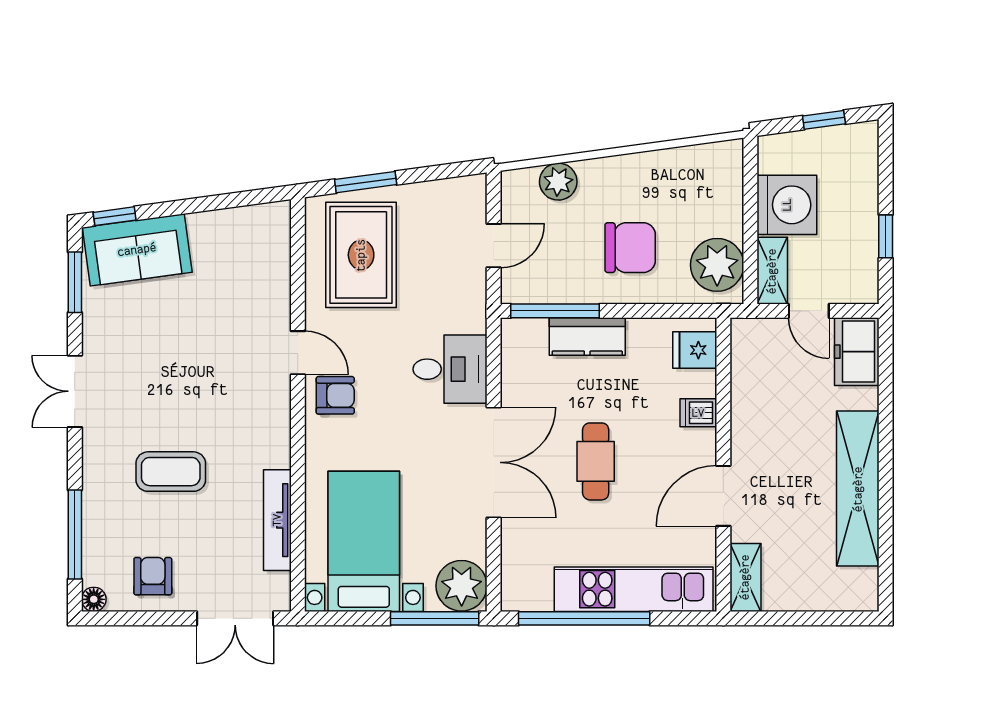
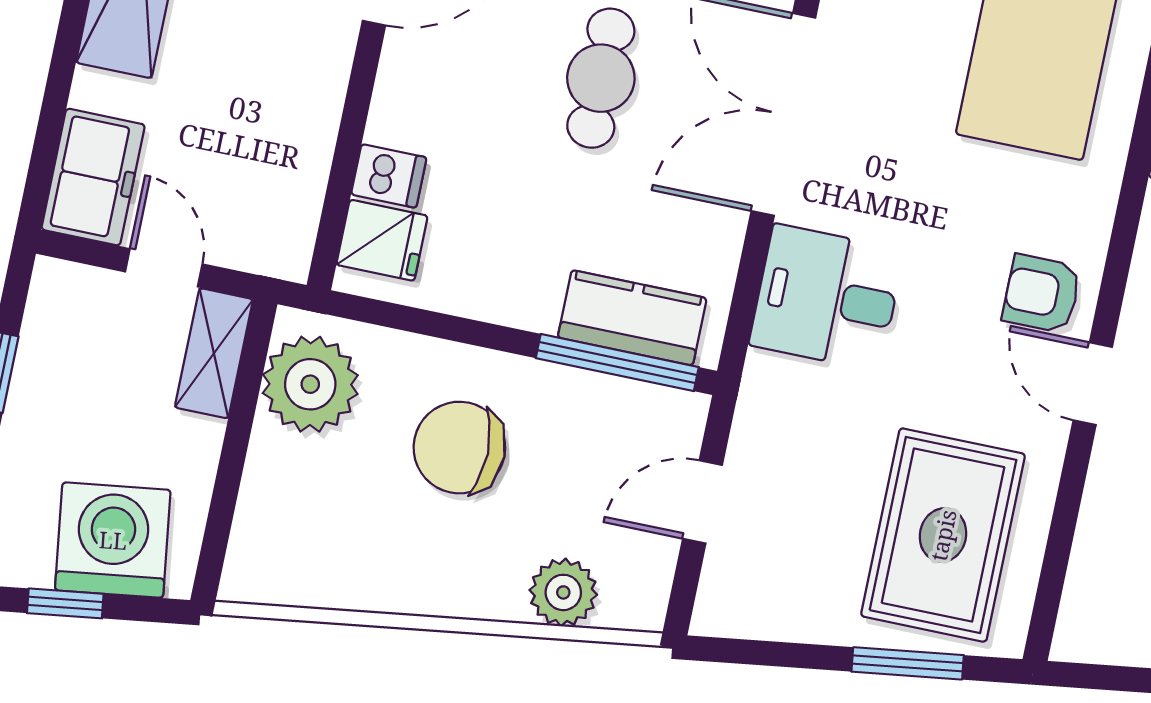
washing machine: (787, 205) -> (113, 540), moved, turned 82
kitchen counter: (587, 337) -> (632, 318), moved
dishwasher: (698, 413) -> (389, 176), moved

